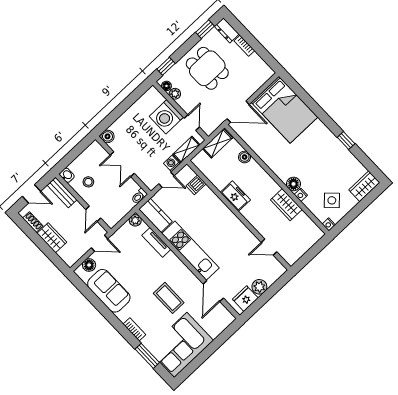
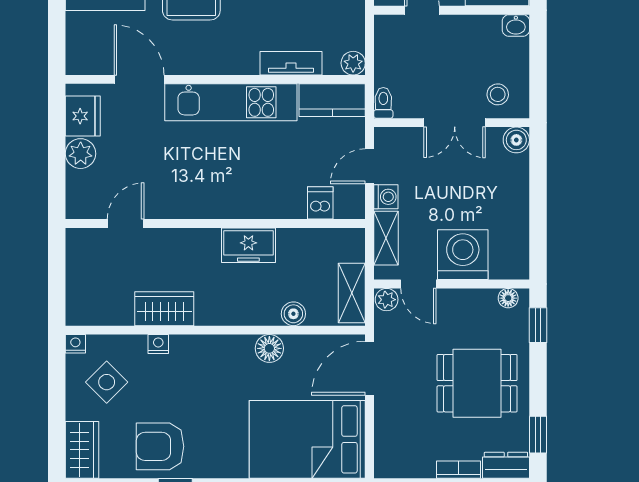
plant: (175, 94) -> (387, 300), moved
armchair: (337, 160) -> (160, 446), added
double door: (122, 164) -> (455, 123), swing flipped
stool: (88, 182) -> (498, 94), moved
floor lamp: (294, 184) -> (269, 348), moved

